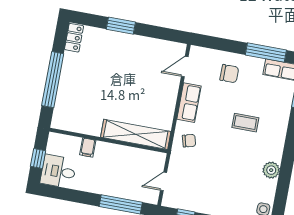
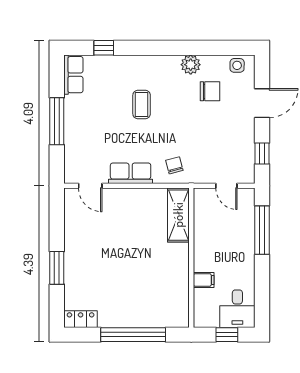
window: (266, 52) -> (57, 121), moved
chair: (229, 74) -> (210, 91), moved, turned 90
shelving: (136, 134) -> (178, 215), width x0.68

